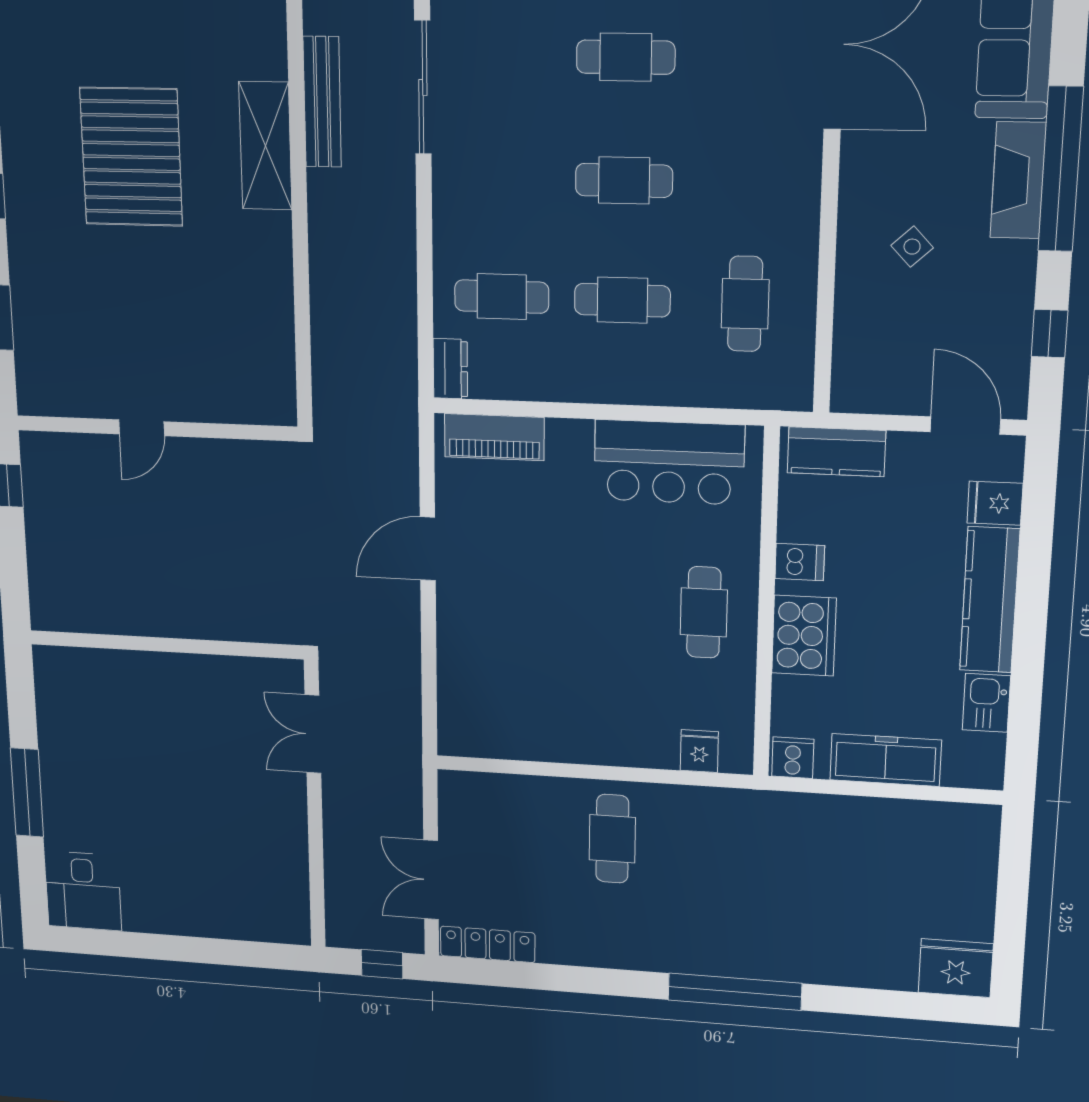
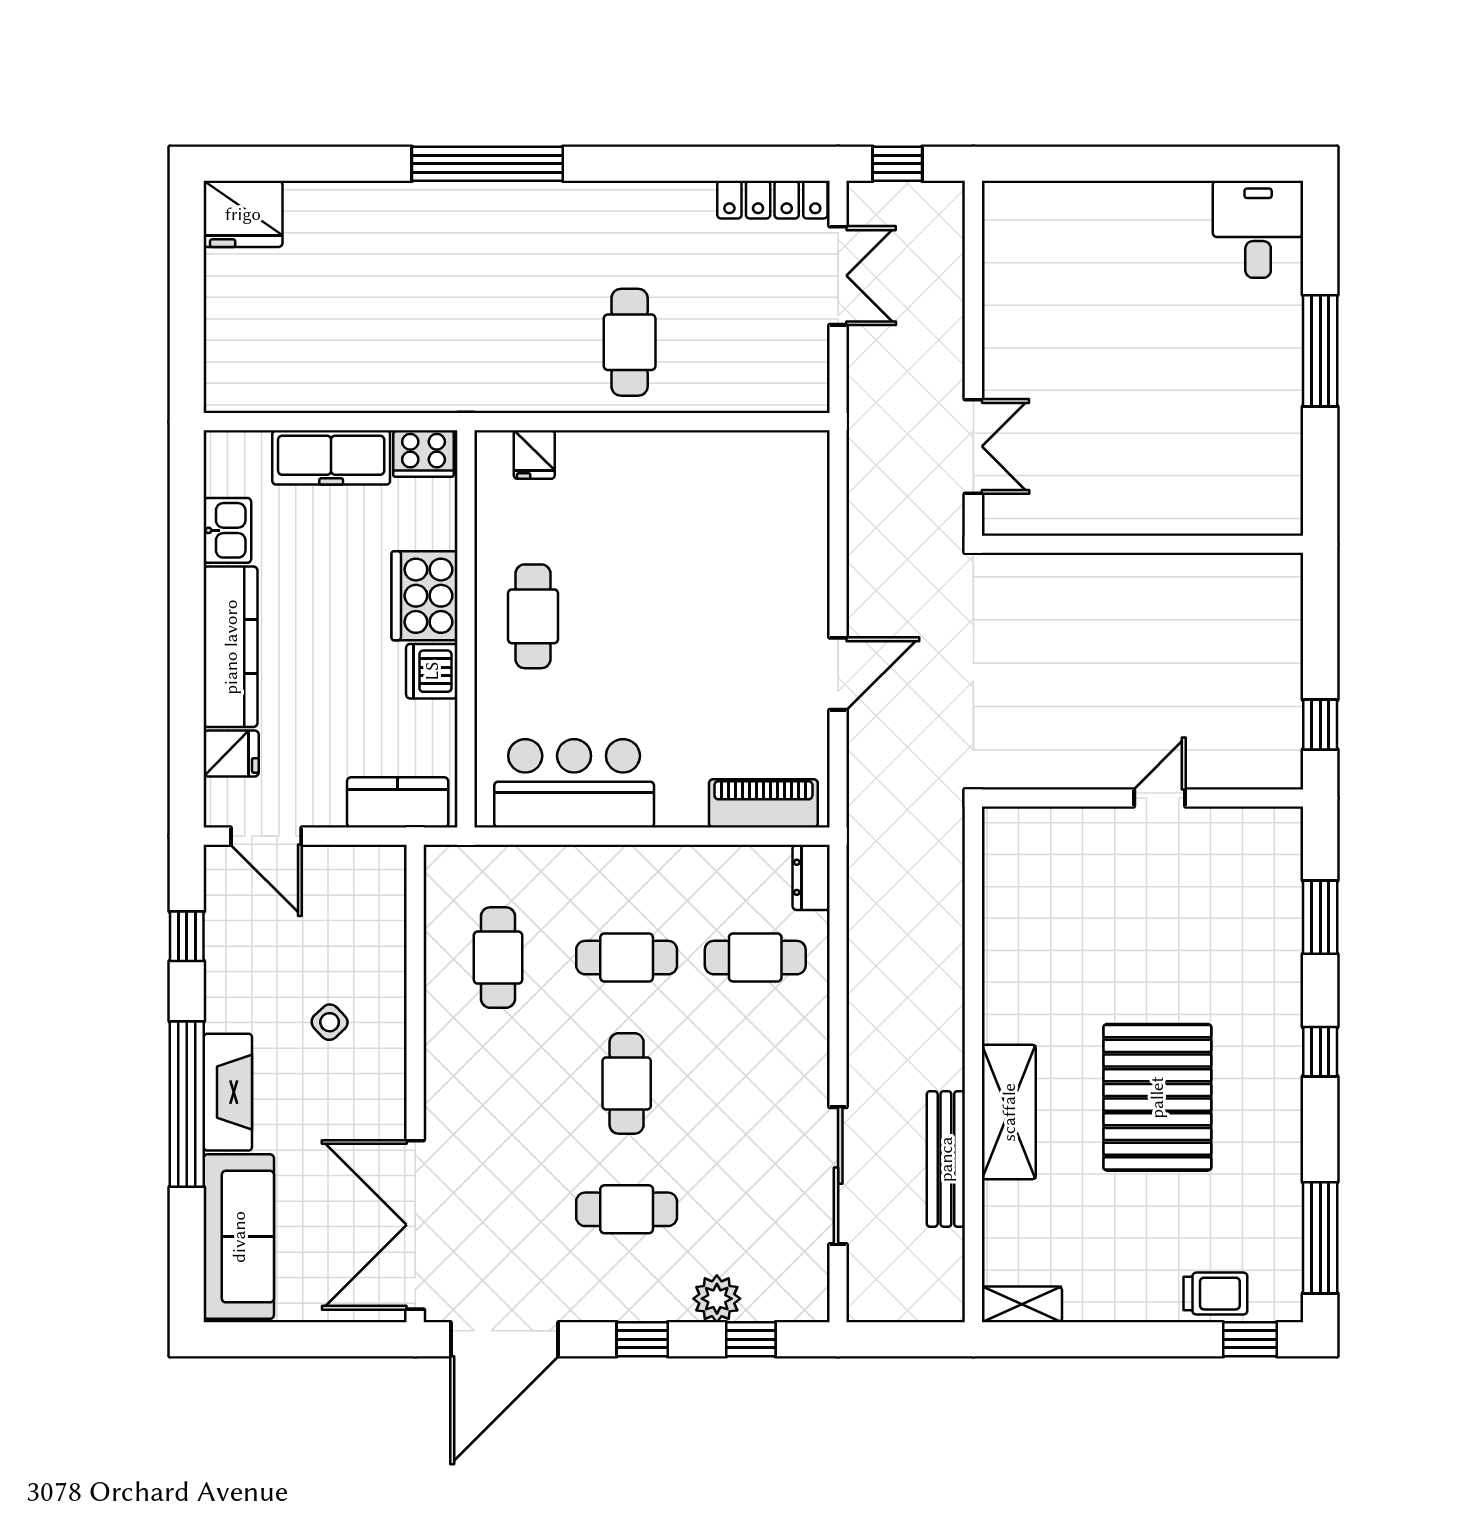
cafe table: (624, 180) -> (627, 1083), turned 90
dishwasher: (800, 562) -> (432, 671), width x1.38
cooker: (793, 758) -> (424, 453), width x1.36

